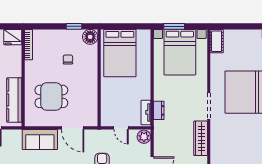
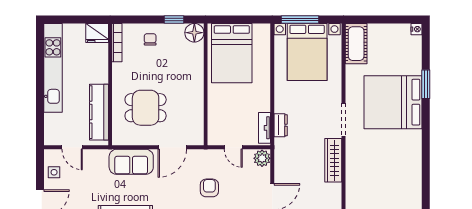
window: (174, 26) -> (300, 20), width x1.44
cot: (217, 41) -> (356, 44), width x1.37, depth x1.34
chair: (68, 59) -> (150, 39), moved
door: (73, 128) -> (172, 147), hinge flipped

